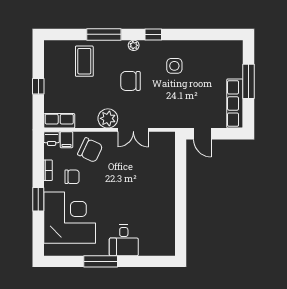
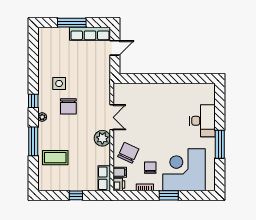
chair: (131, 81) -> (68, 106), moved
door: (202, 134) -> (115, 48), moved
desk: (124, 240) -> (203, 121), width x1.37

